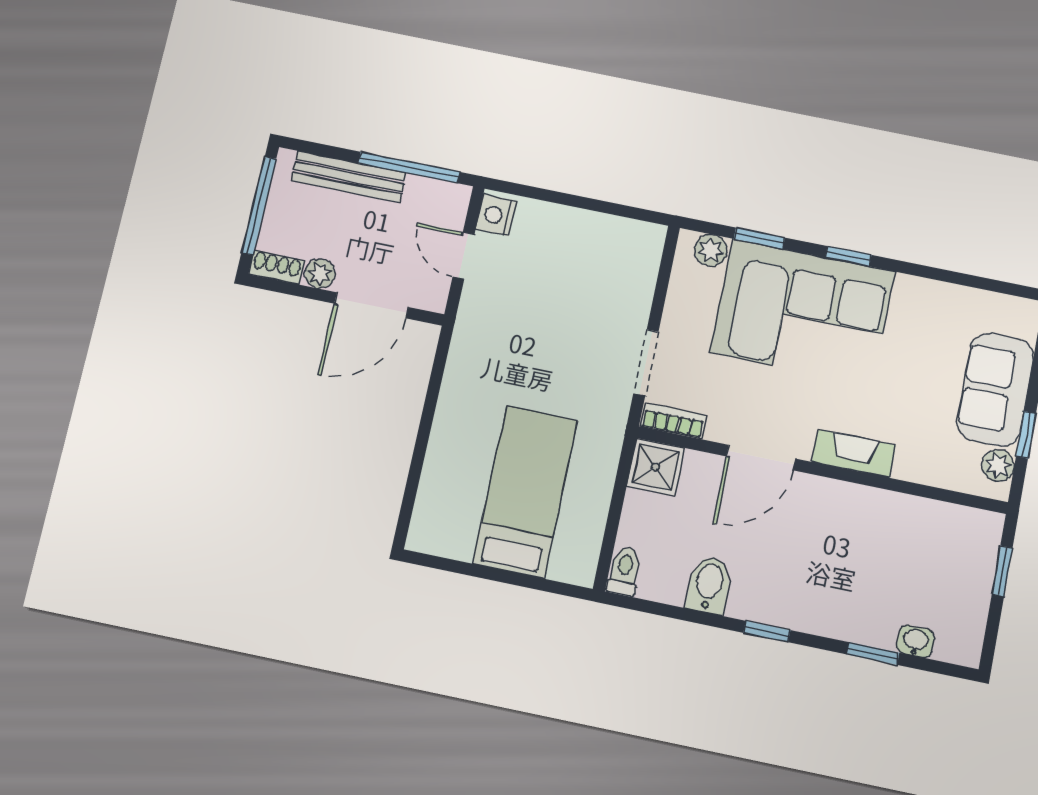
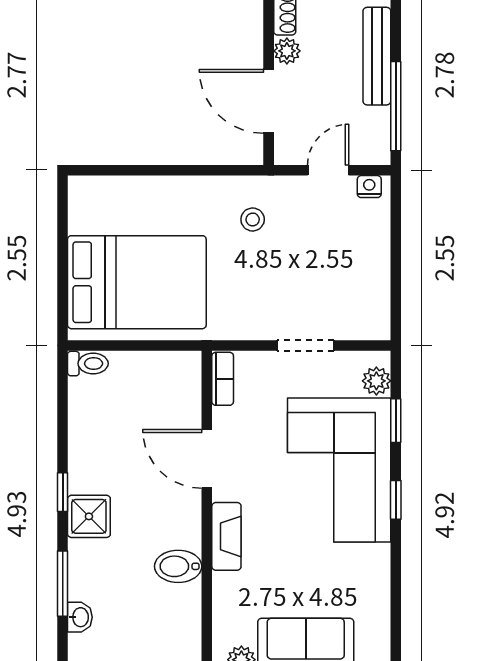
nightstand: (496, 215) -> (369, 187), width x0.72, depth x0.74
stool: (500, 350) -> (253, 219), added
doorway: (646, 363) -> (306, 345), moved
shower: (656, 467) -> (89, 516), moved
bed: (525, 492) -> (137, 282), width x1.50
bidet: (709, 585) -> (178, 566), moved, turned 180
window: (873, 654) -> (63, 584), width x1.50

